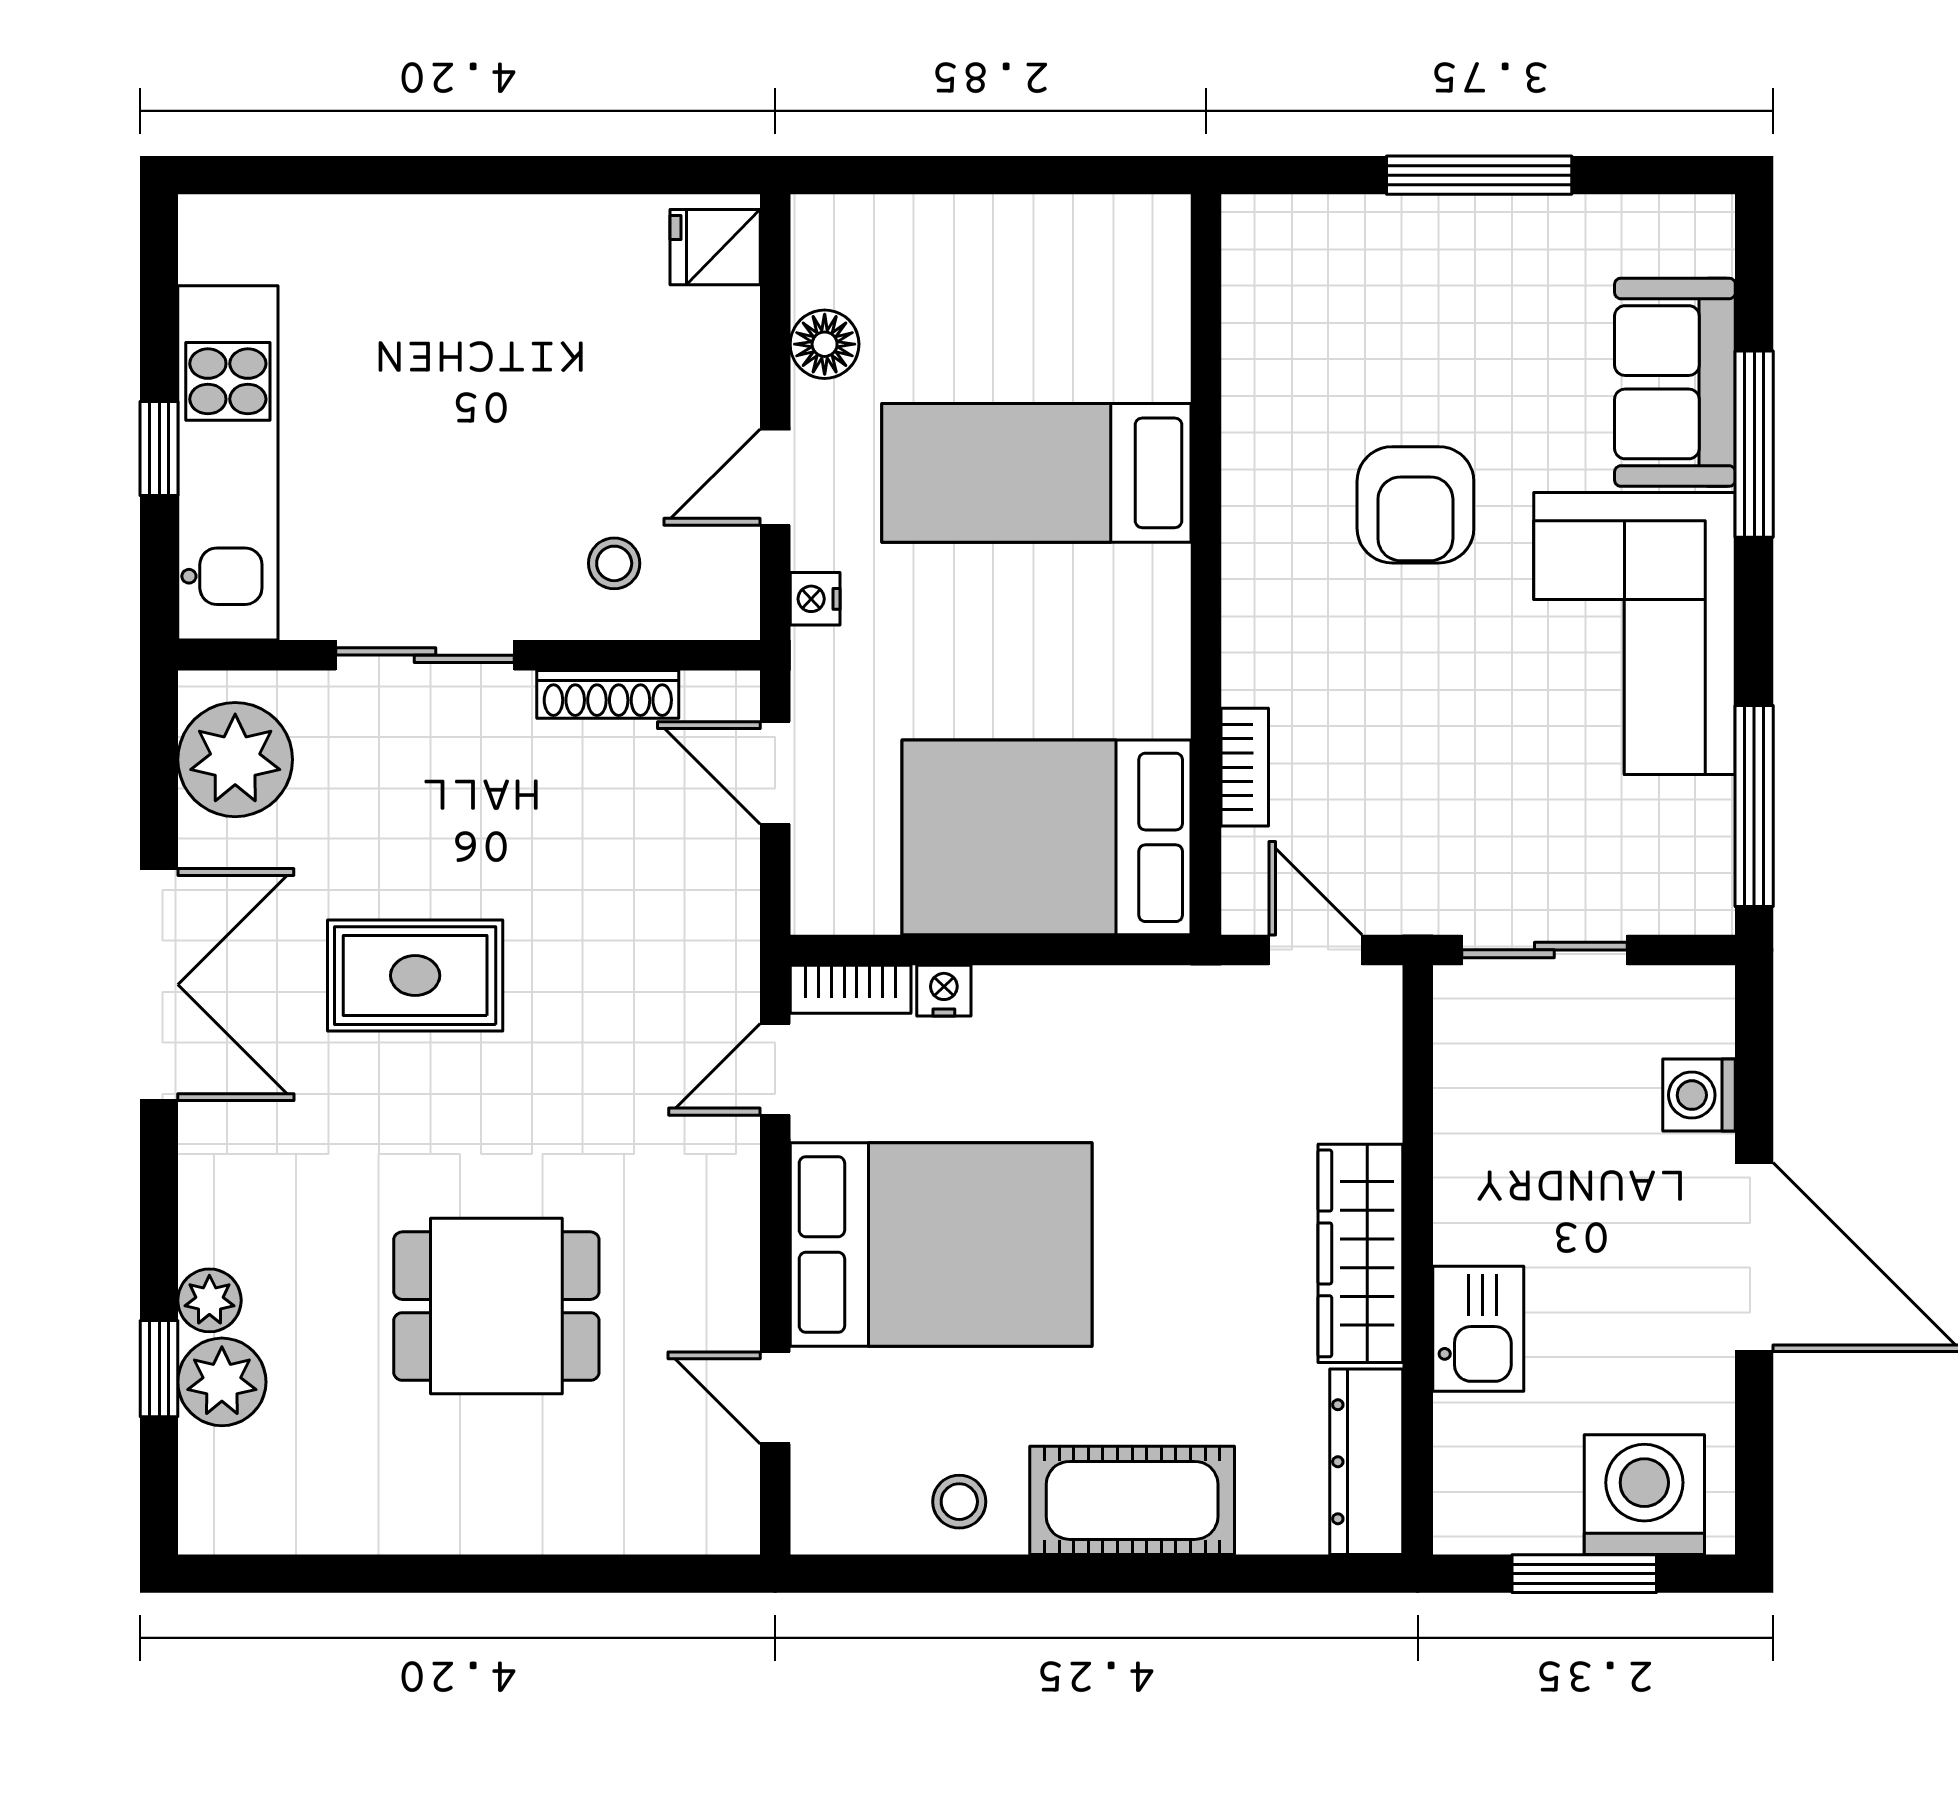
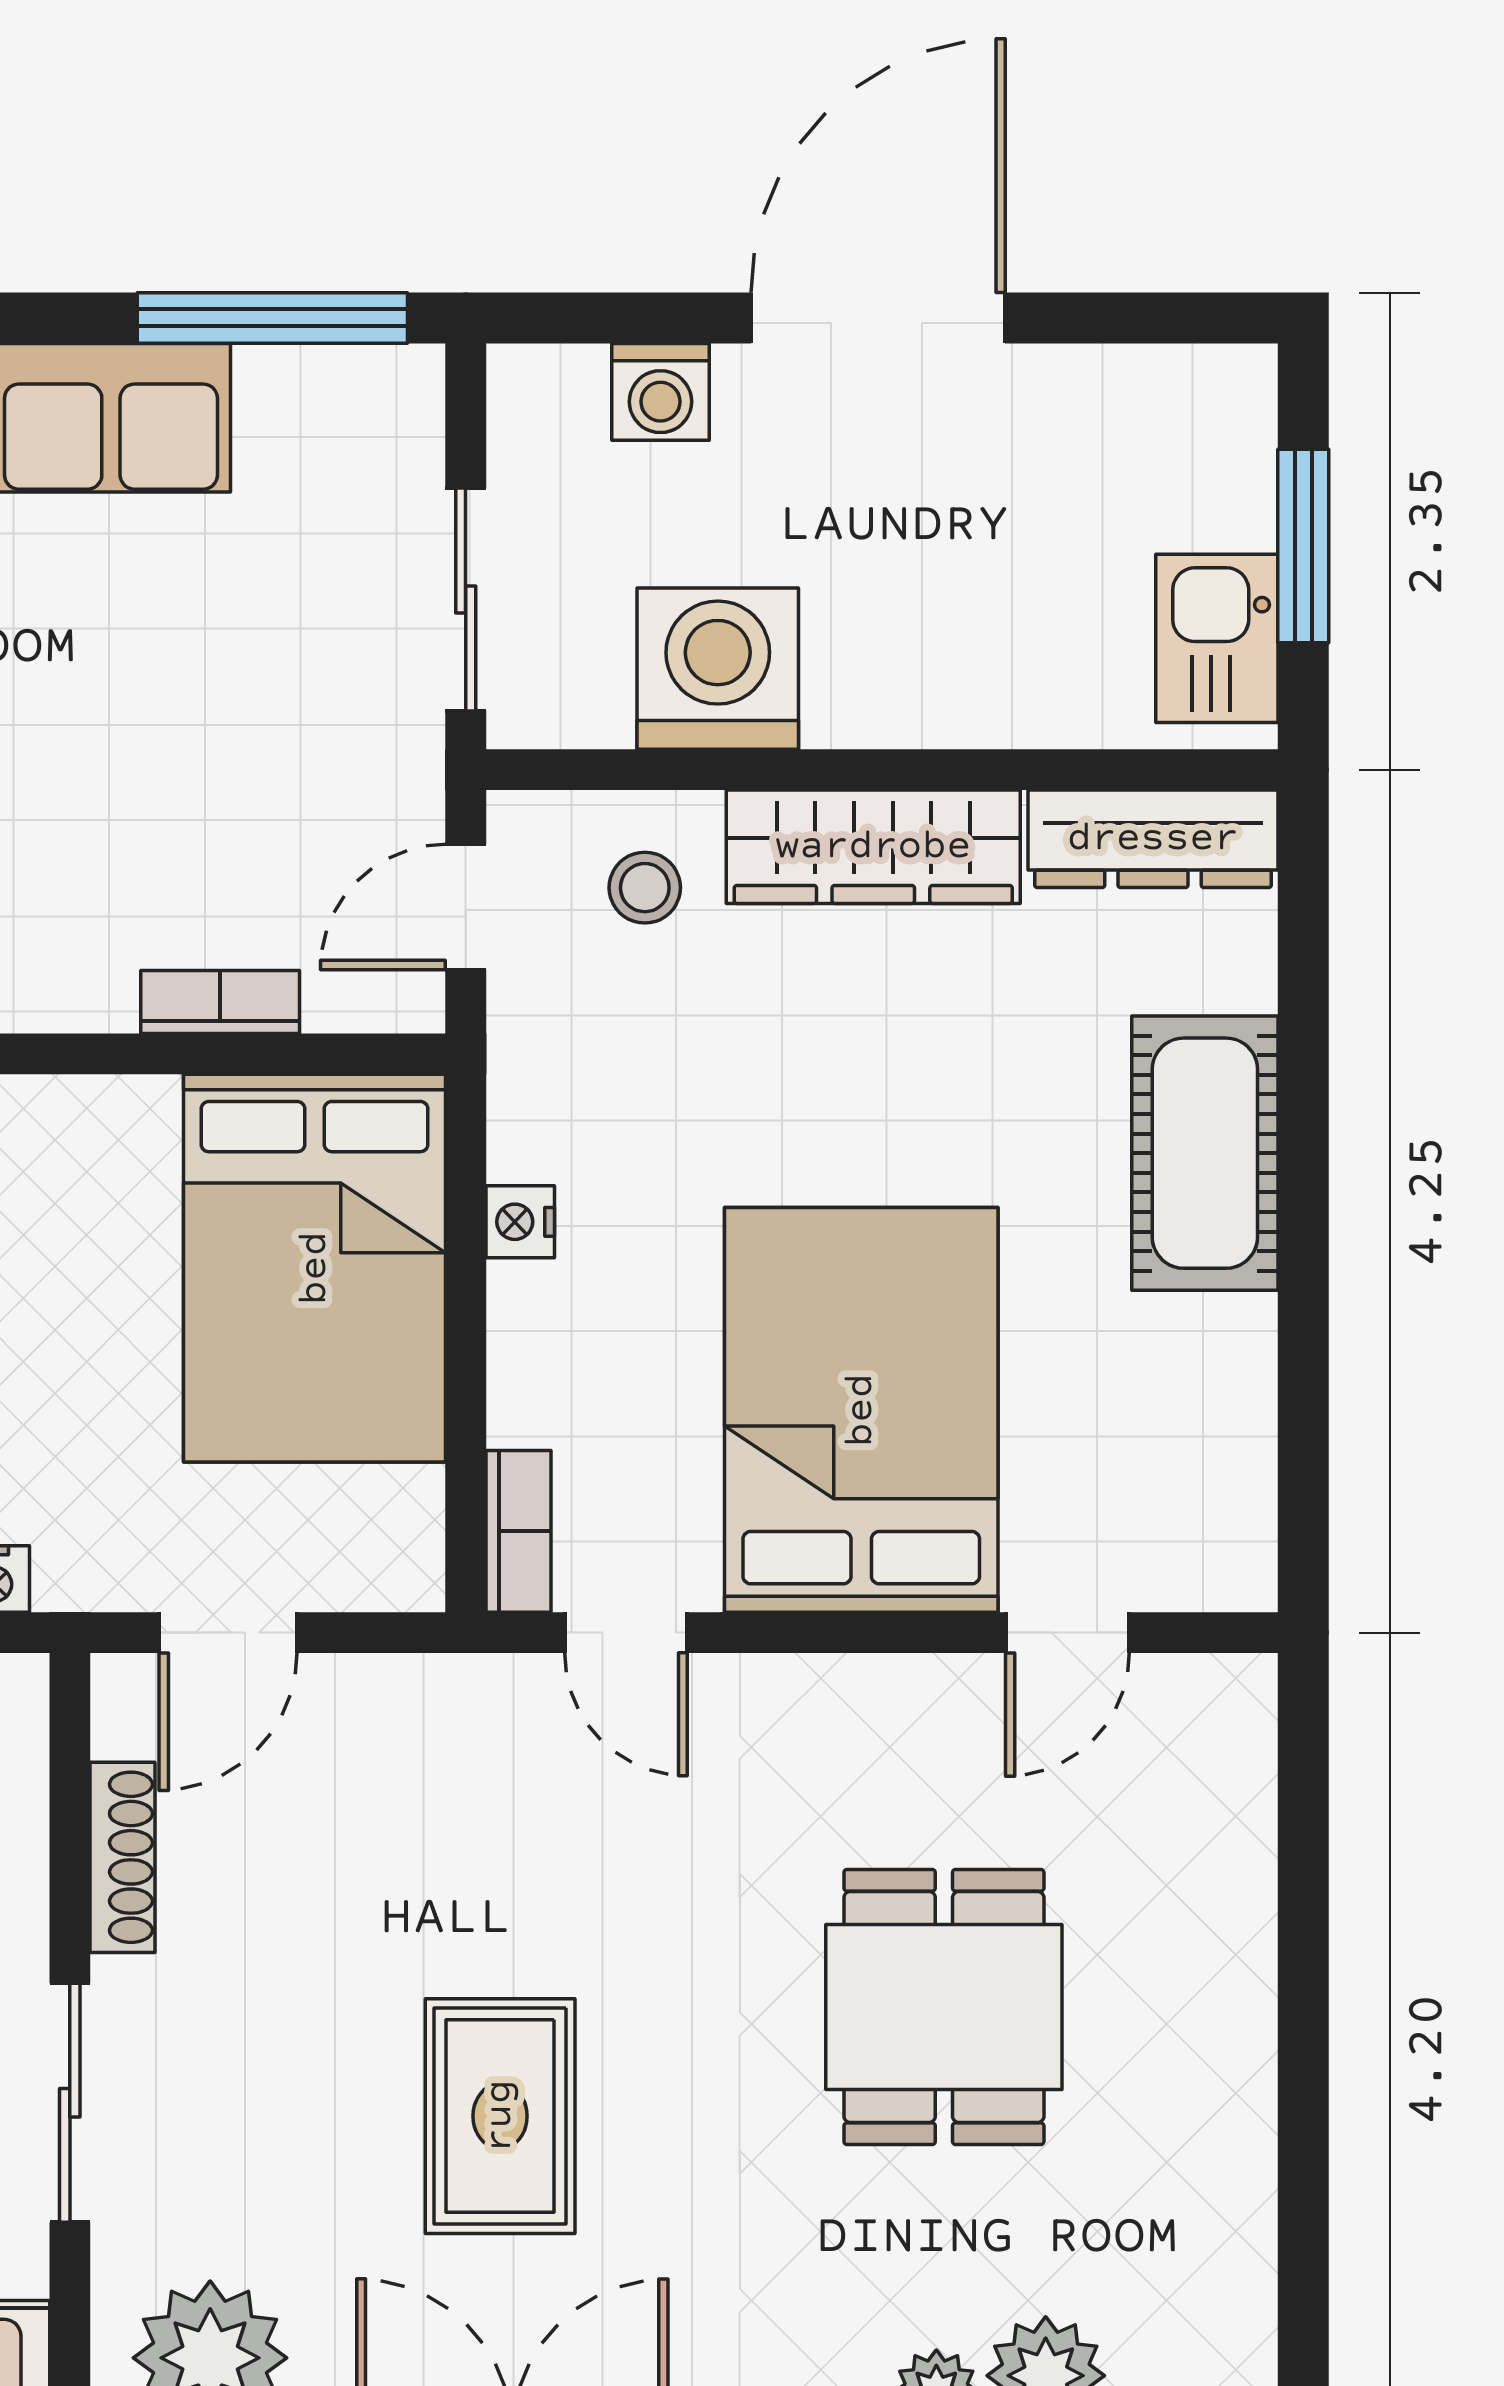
nightstand: (944, 991) -> (520, 1222), moved
kitchen sink: (1478, 1329) -> (1217, 638), moved, turned -90
washing machine: (1644, 1495) -> (718, 669), moved, turned 90
stool: (959, 1502) -> (645, 888), moved

